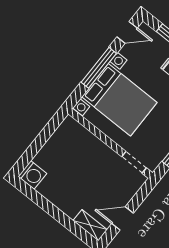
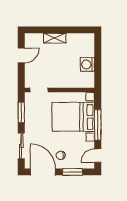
washing machine: (32, 175) -> (87, 64), moved
shelving: (90, 225) -> (55, 38), moved

